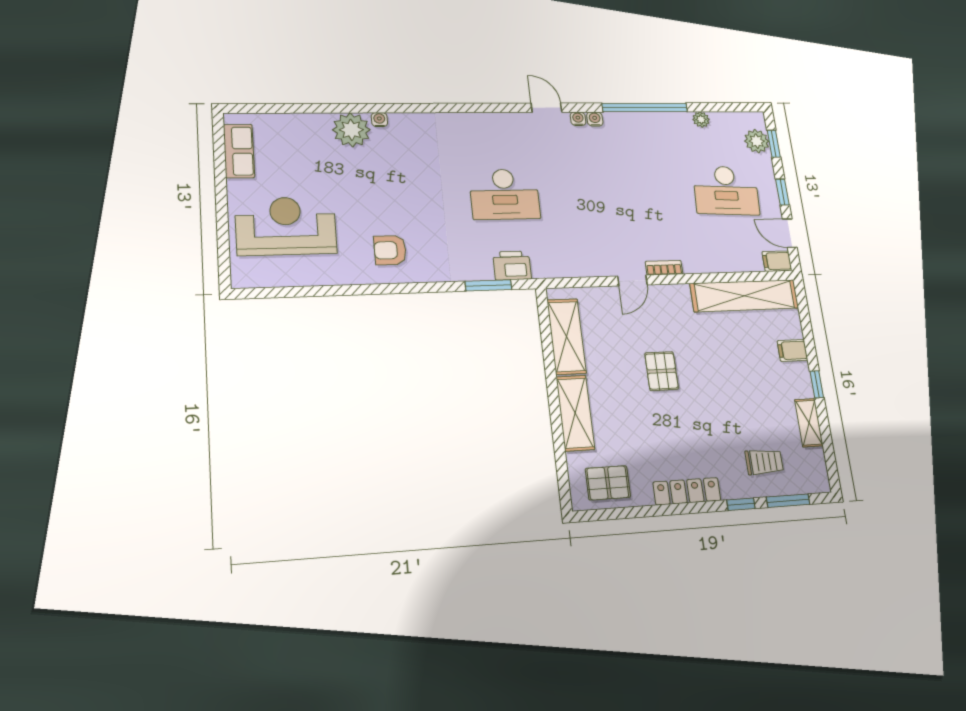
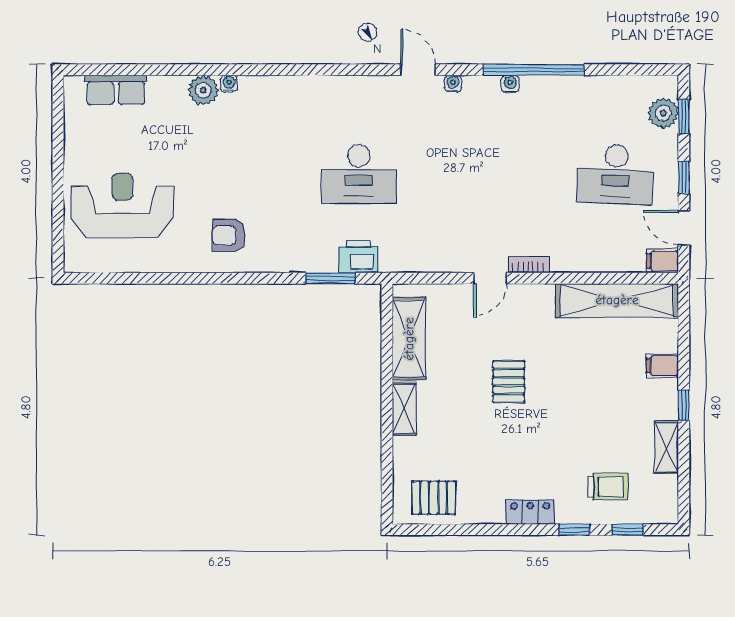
water cooler: (595, 119) -> (510, 84), moved
plant: (701, 119) -> (599, 85), removed
plant: (351, 130) -> (203, 90), width x0.73, depth x0.73
row of seats: (239, 151) -> (116, 90), moved, turned 90
shelving: (575, 413) -> (404, 409), width x0.67, depth x0.75
locker: (687, 491) -> (530, 512), width x0.66
window: (788, 501) -> (628, 530), width x0.67

